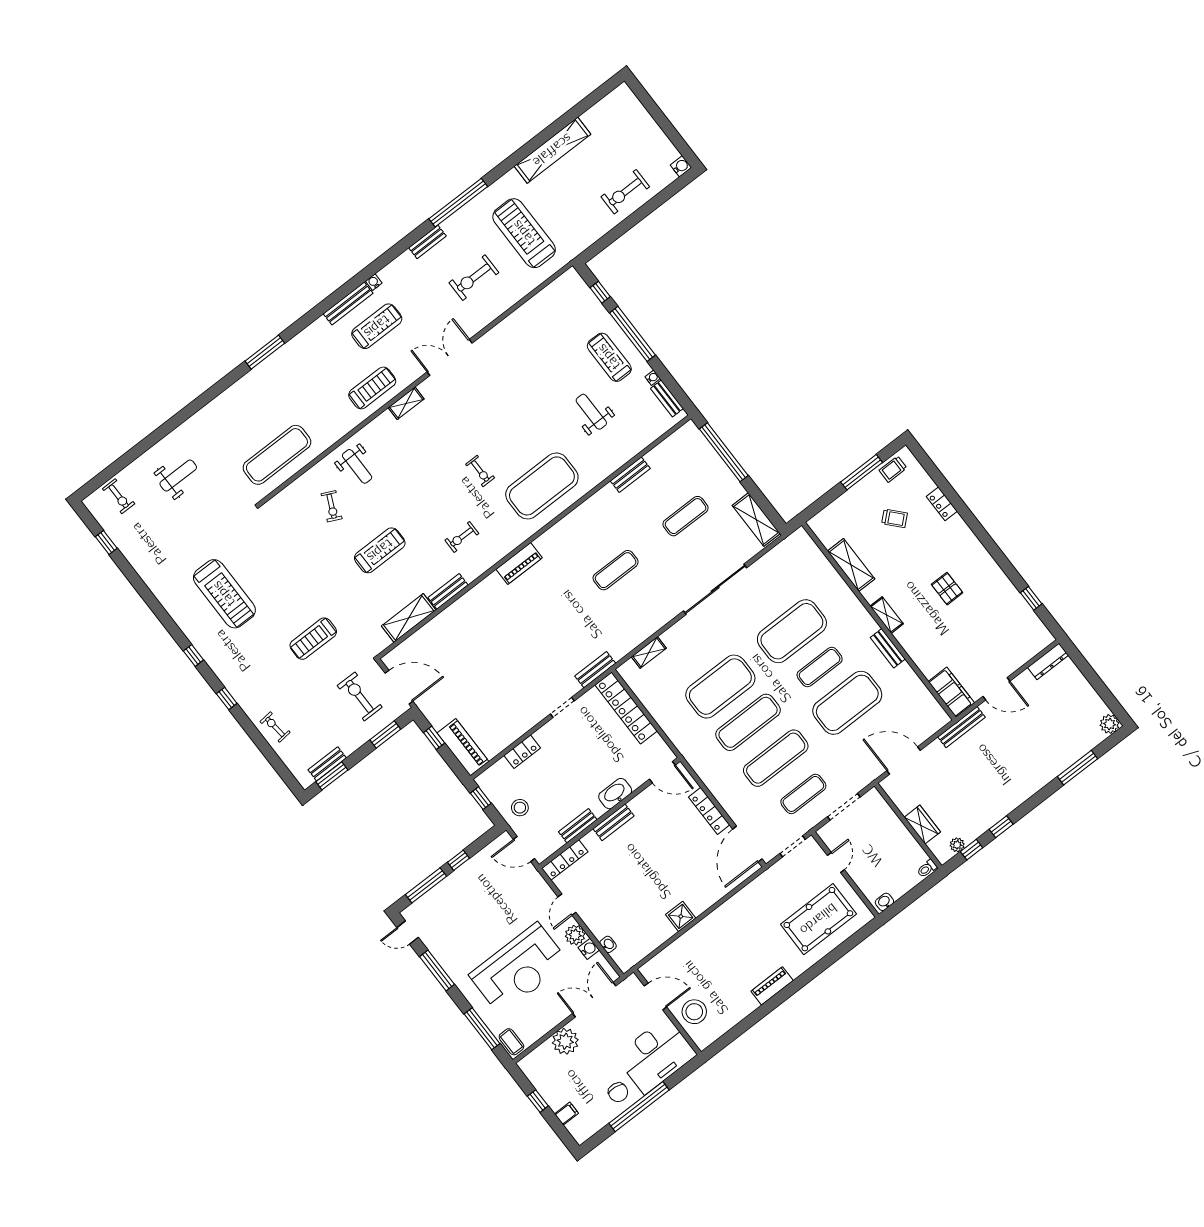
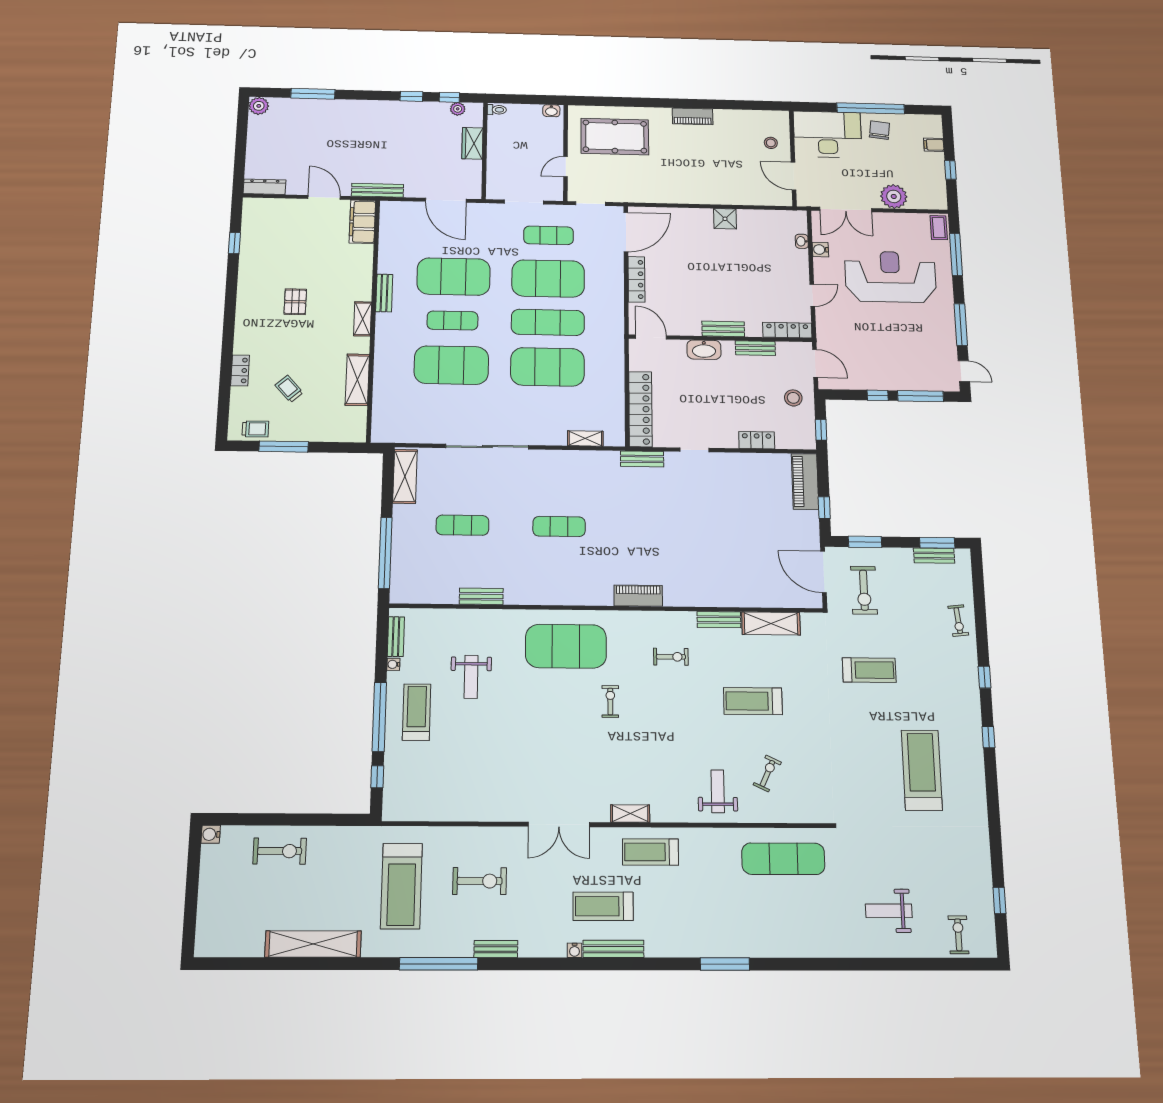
treadmill: (609, 357) -> (417, 712), turned 180
exercise mat: (776, 758) -> (548, 279), width x1.47
plant: (575, 935) -> (824, 268), removed
stool: (694, 1012) -> (771, 143), width x0.53, depth x0.53

